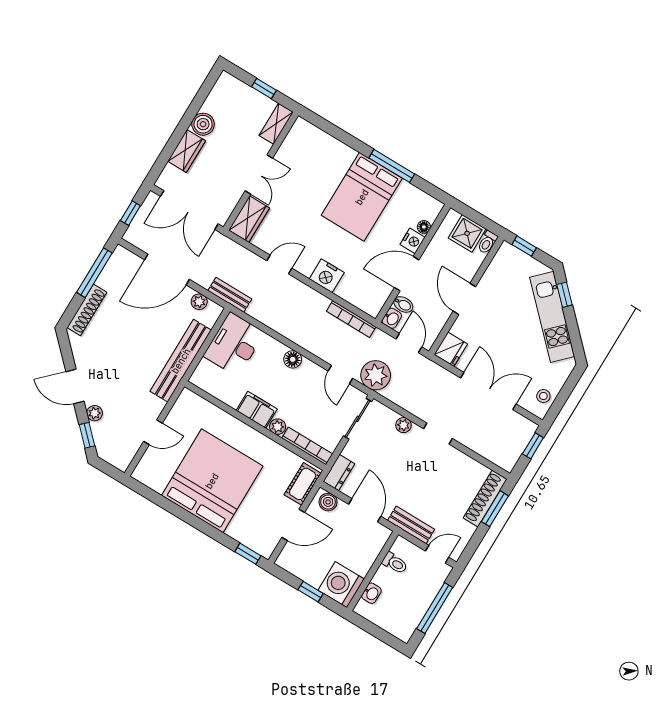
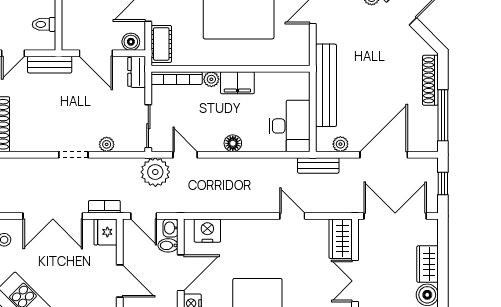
door: (279, 264) -> (292, 216), swing flipped
nightstand: (327, 276) -> (207, 231), moved
bookcase: (351, 319) -> (104, 207), moved, width x0.64

